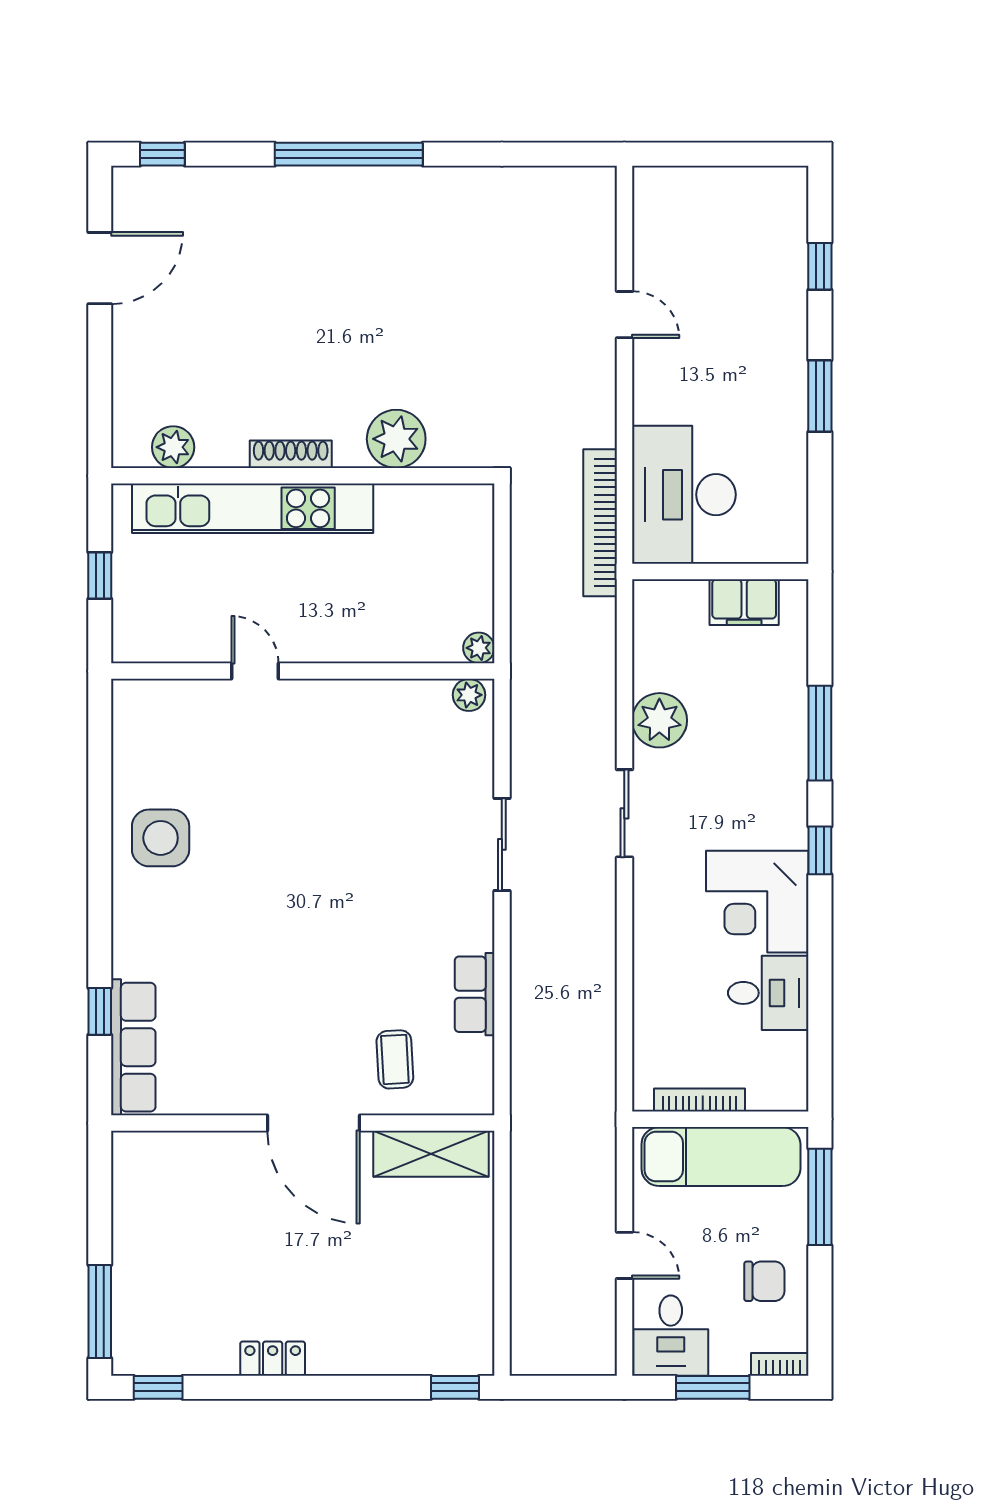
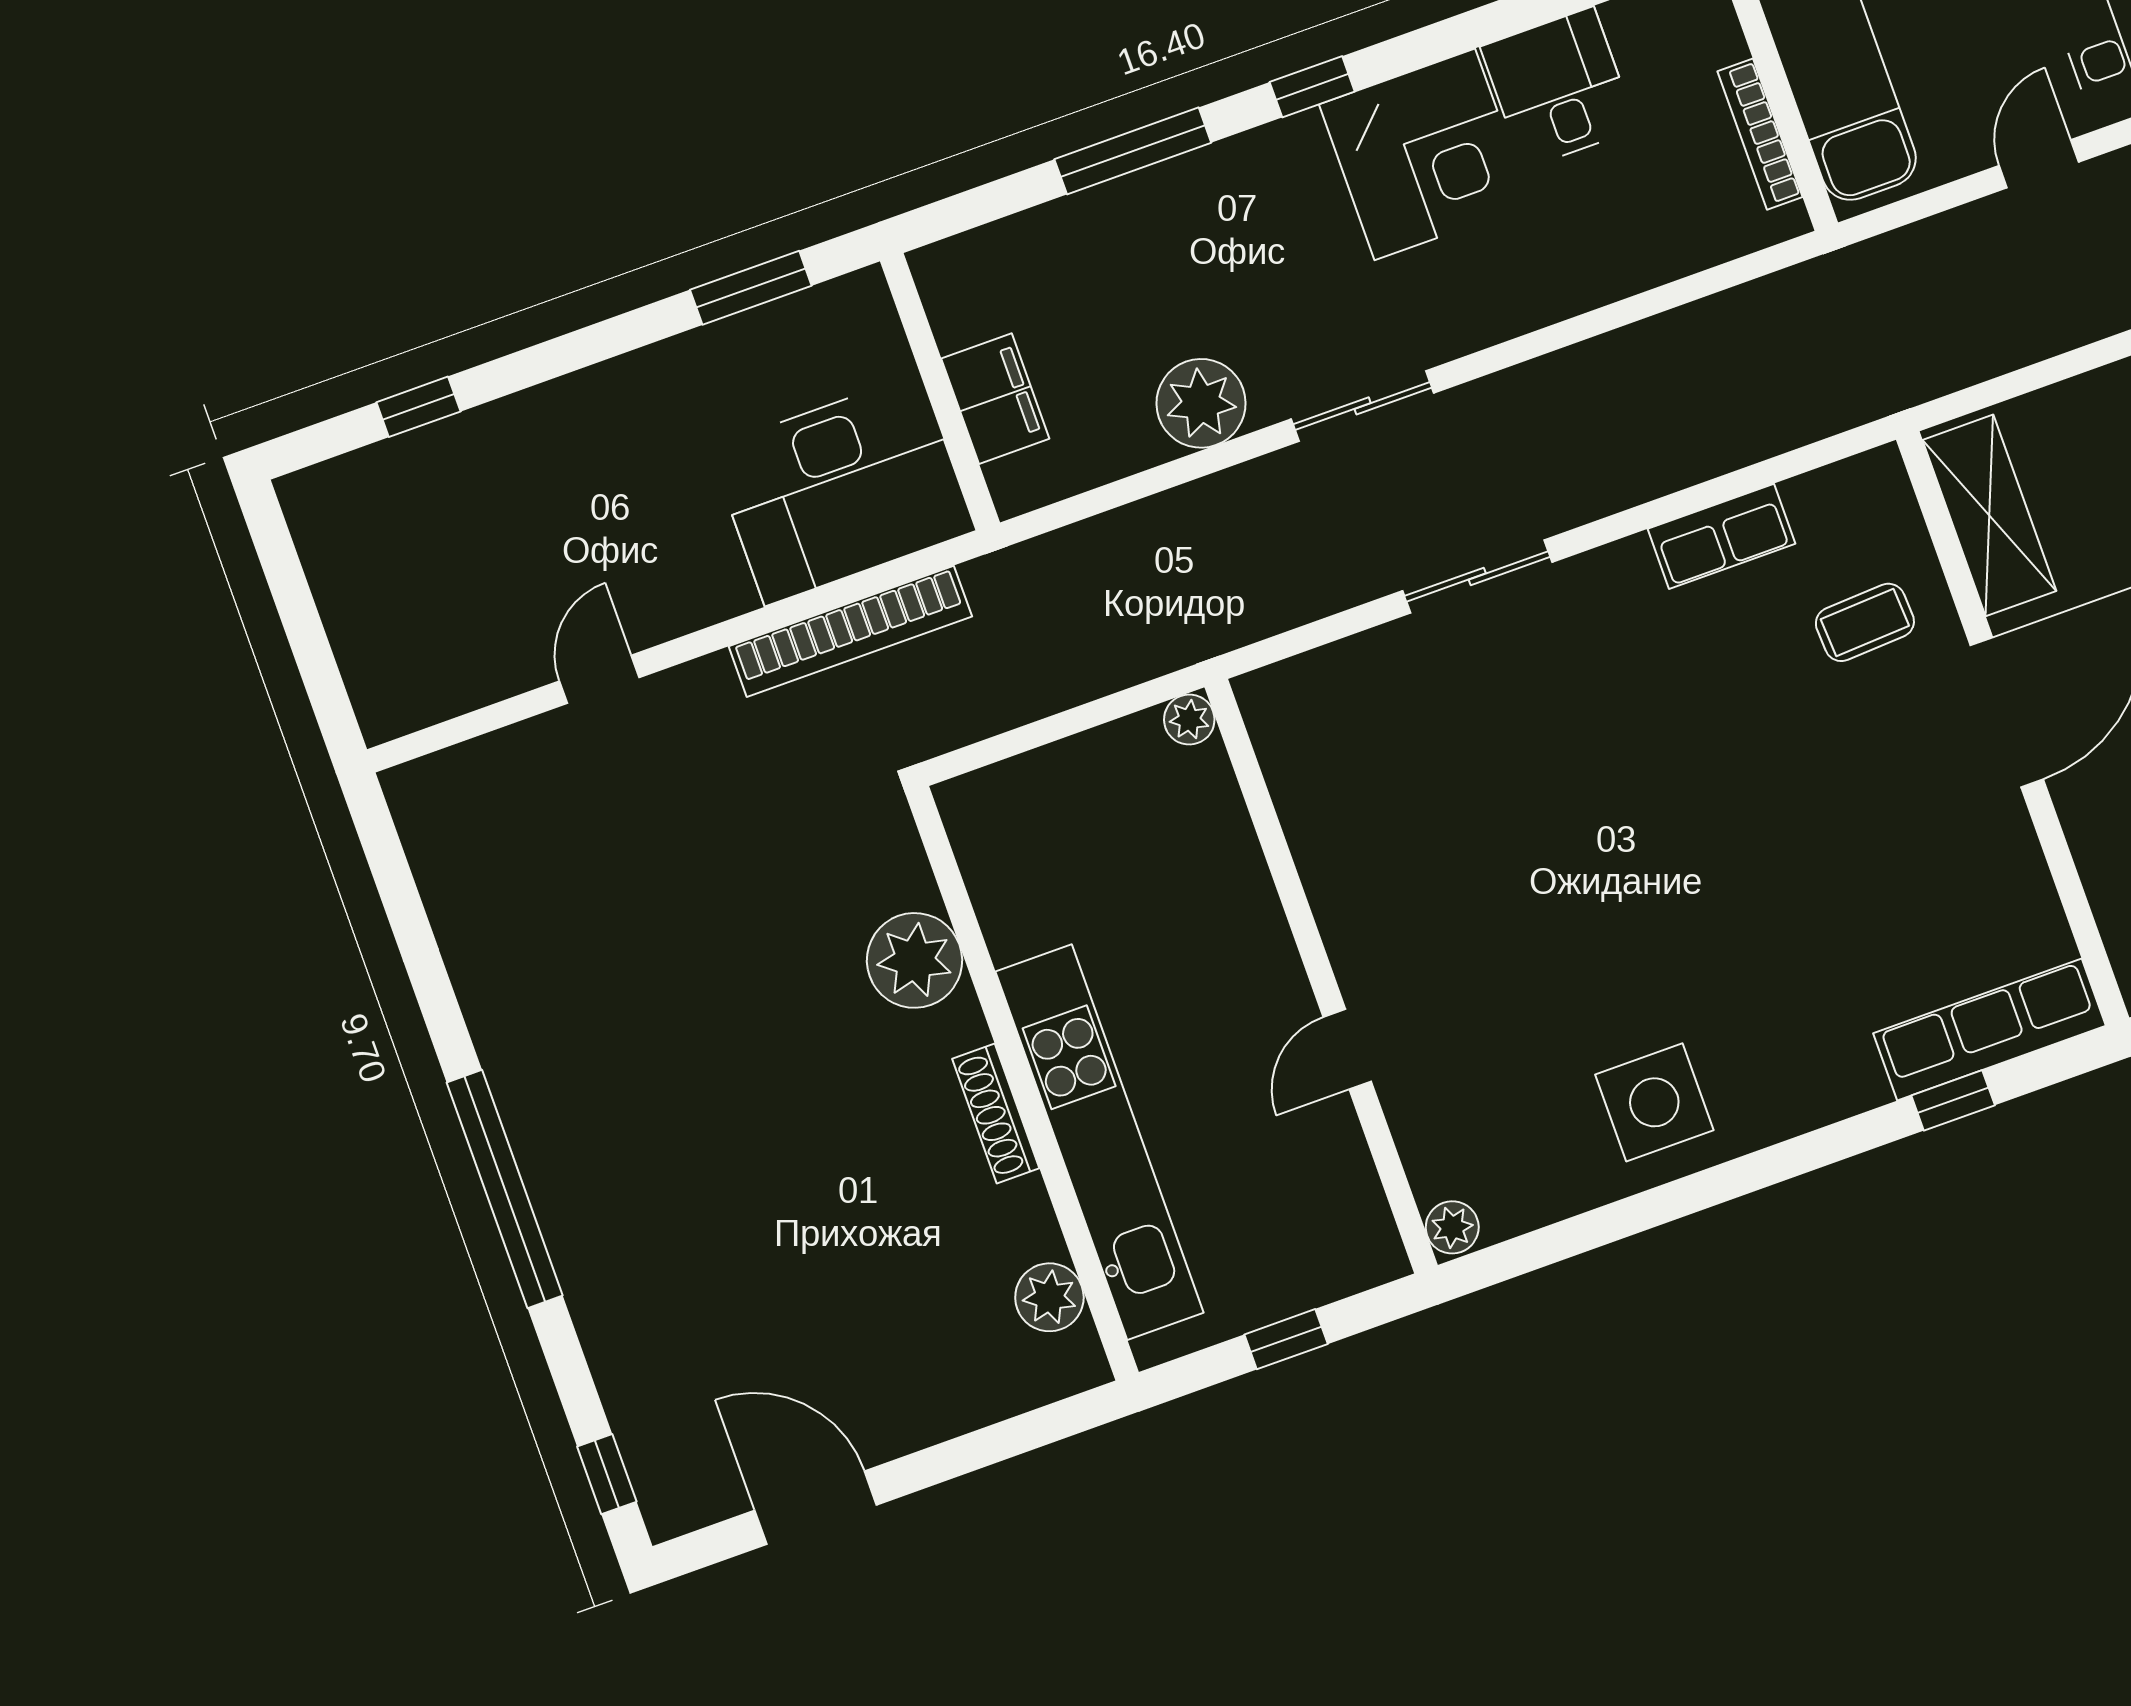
window: (820, 396) -> (751, 288), moved
bookcase: (600, 523) -> (850, 631), moved
filing cabinet: (744, 602) -> (995, 399), moved
plant: (469, 695) -> (1452, 1227), moved

